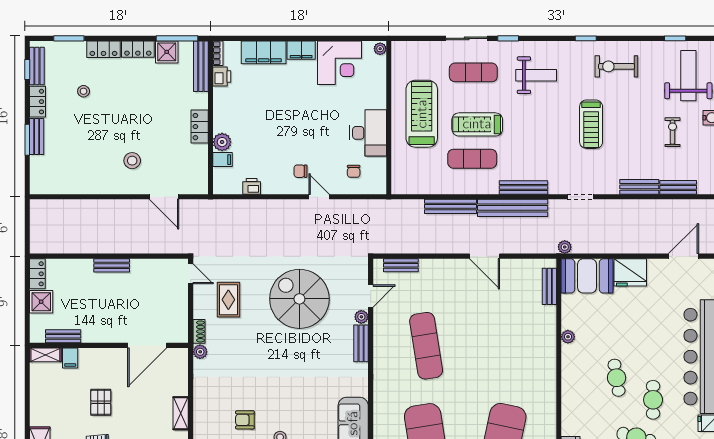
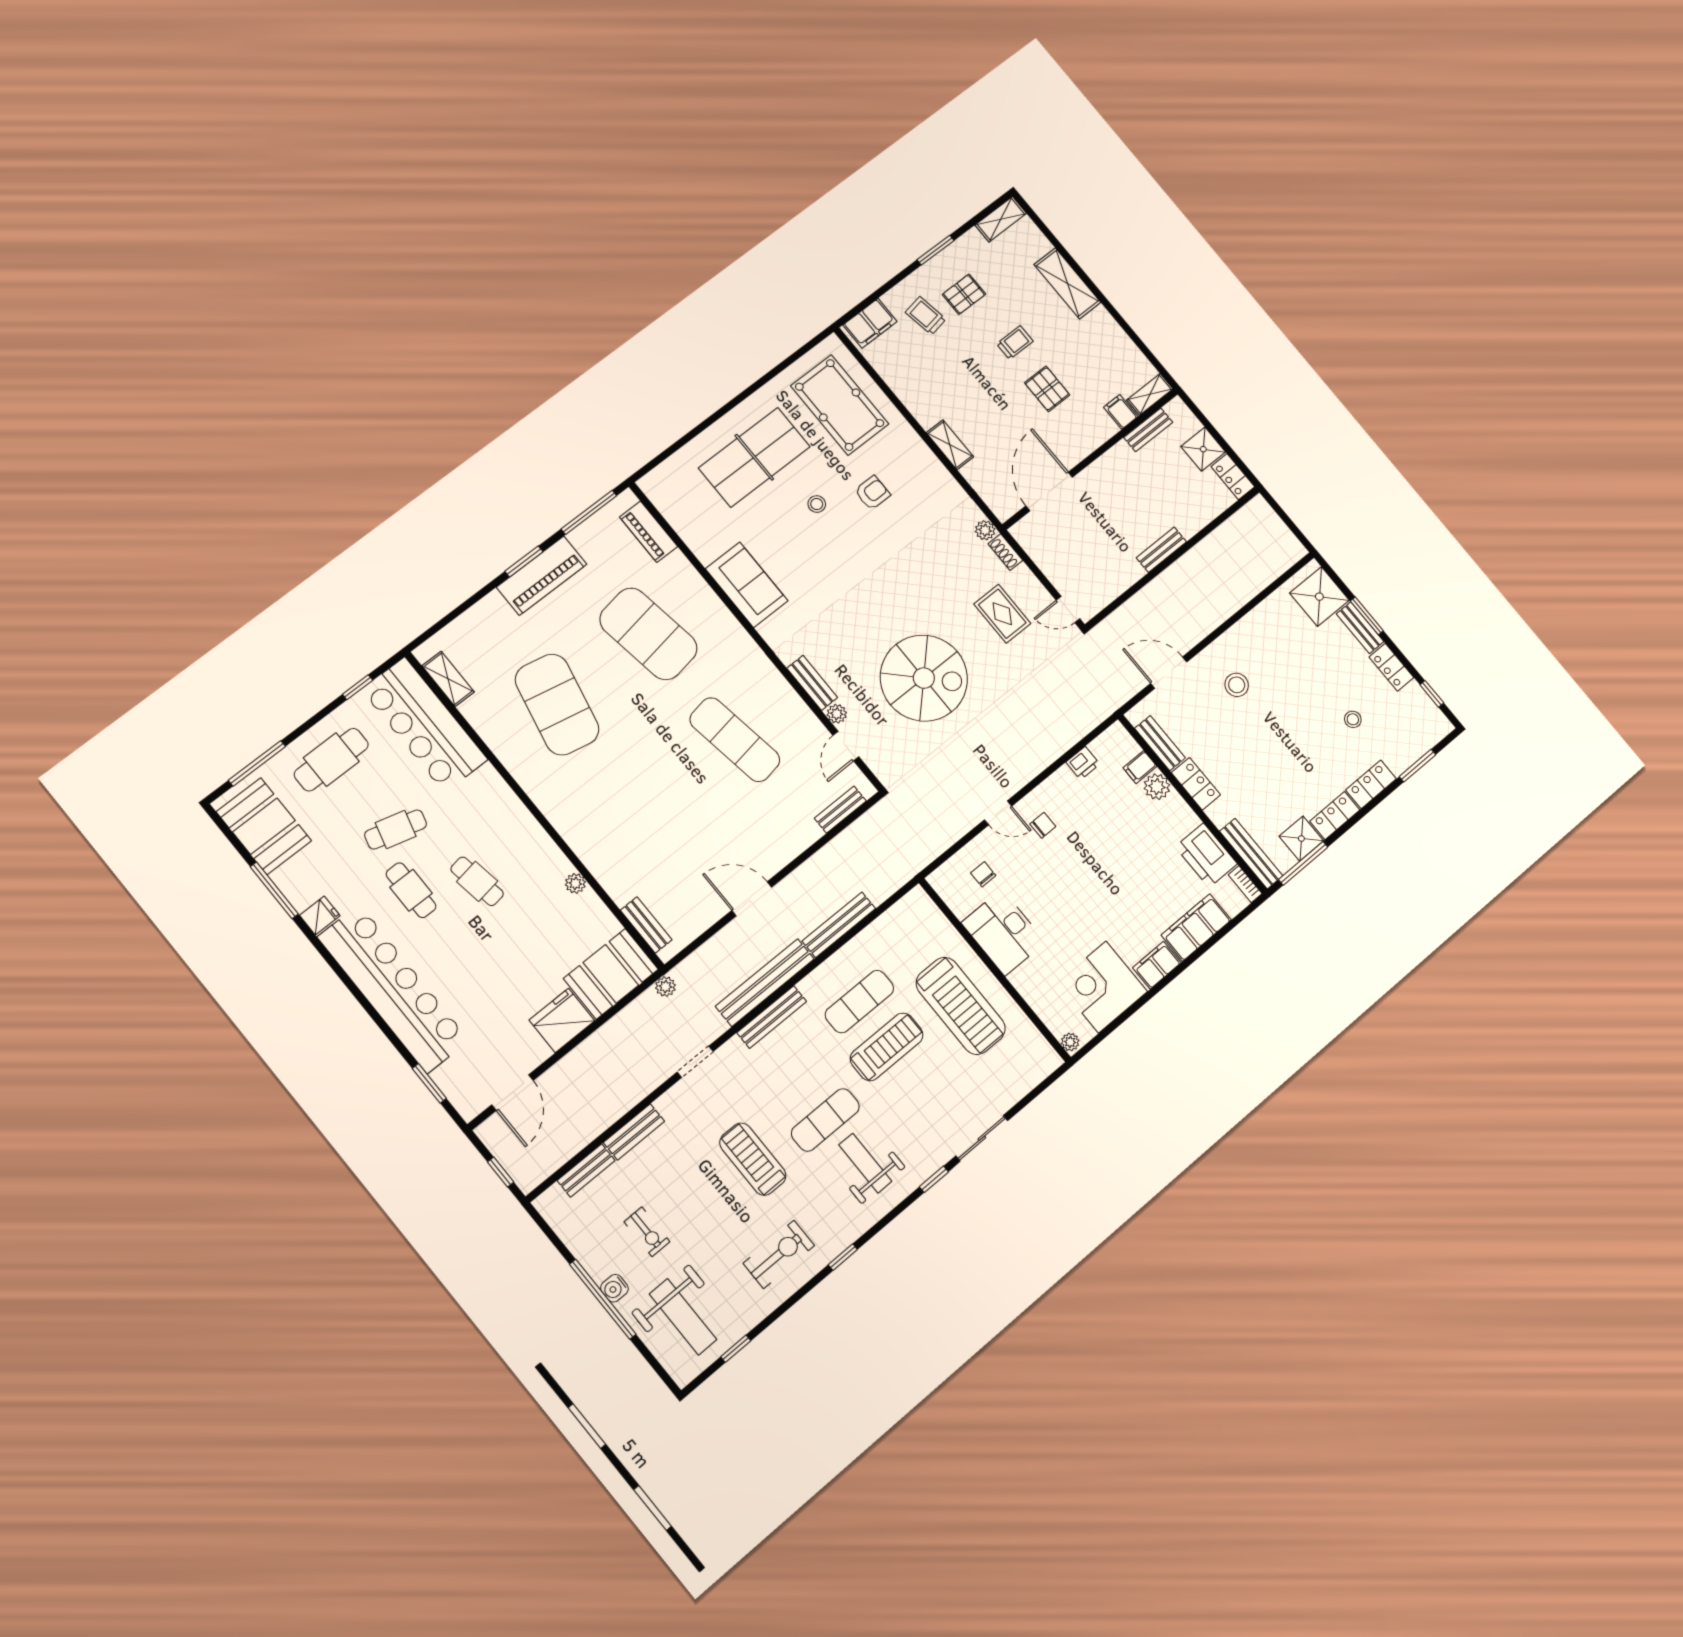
bench: (37, 66) -> (1160, 743), moved
exercise mat: (473, 72) -> (825, 1120), moved
weight bench: (536, 75) -> (865, 1163), turned 90
printer: (222, 77) -> (1206, 855), width x1.87, depth x1.48
shower: (45, 171) -> (1319, 597), added

